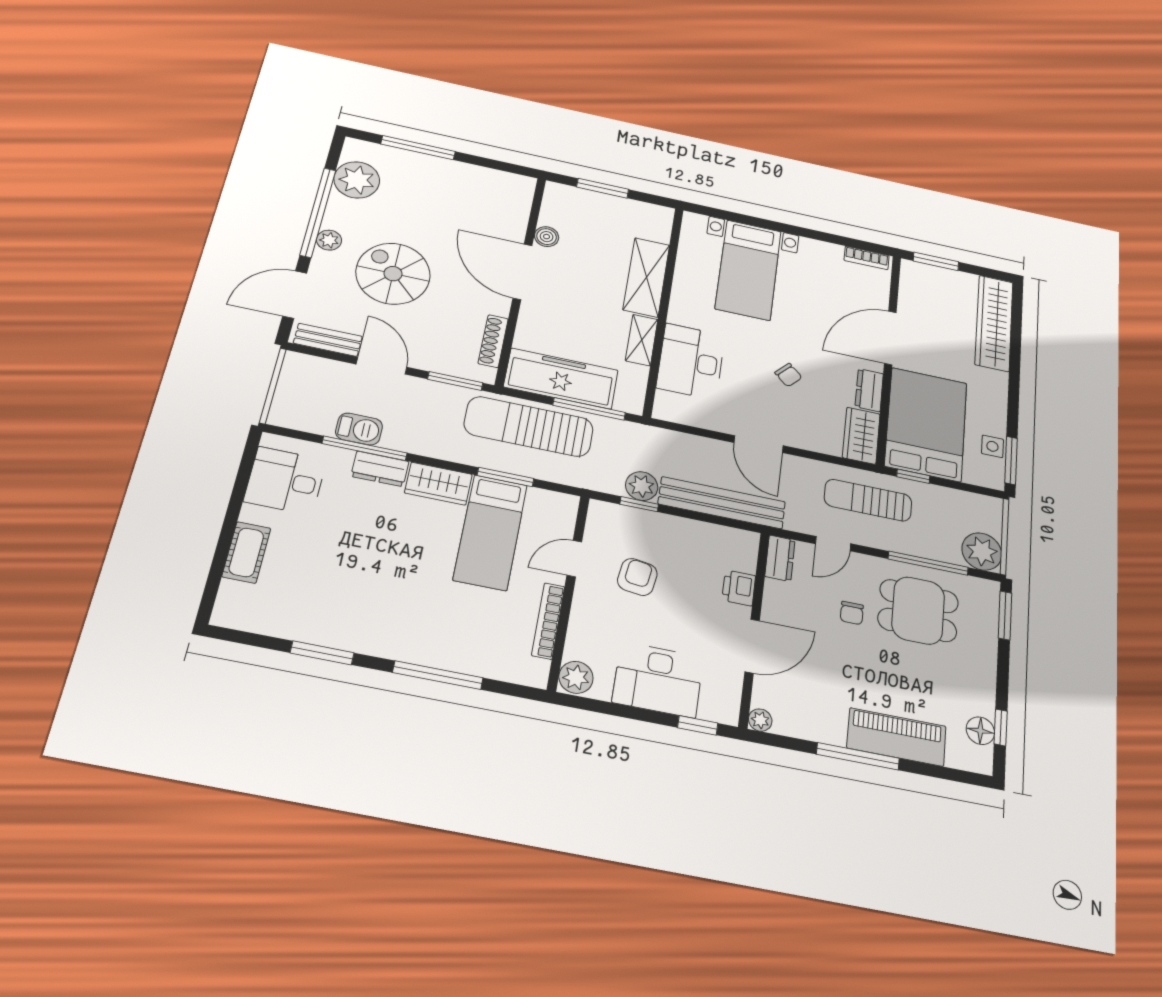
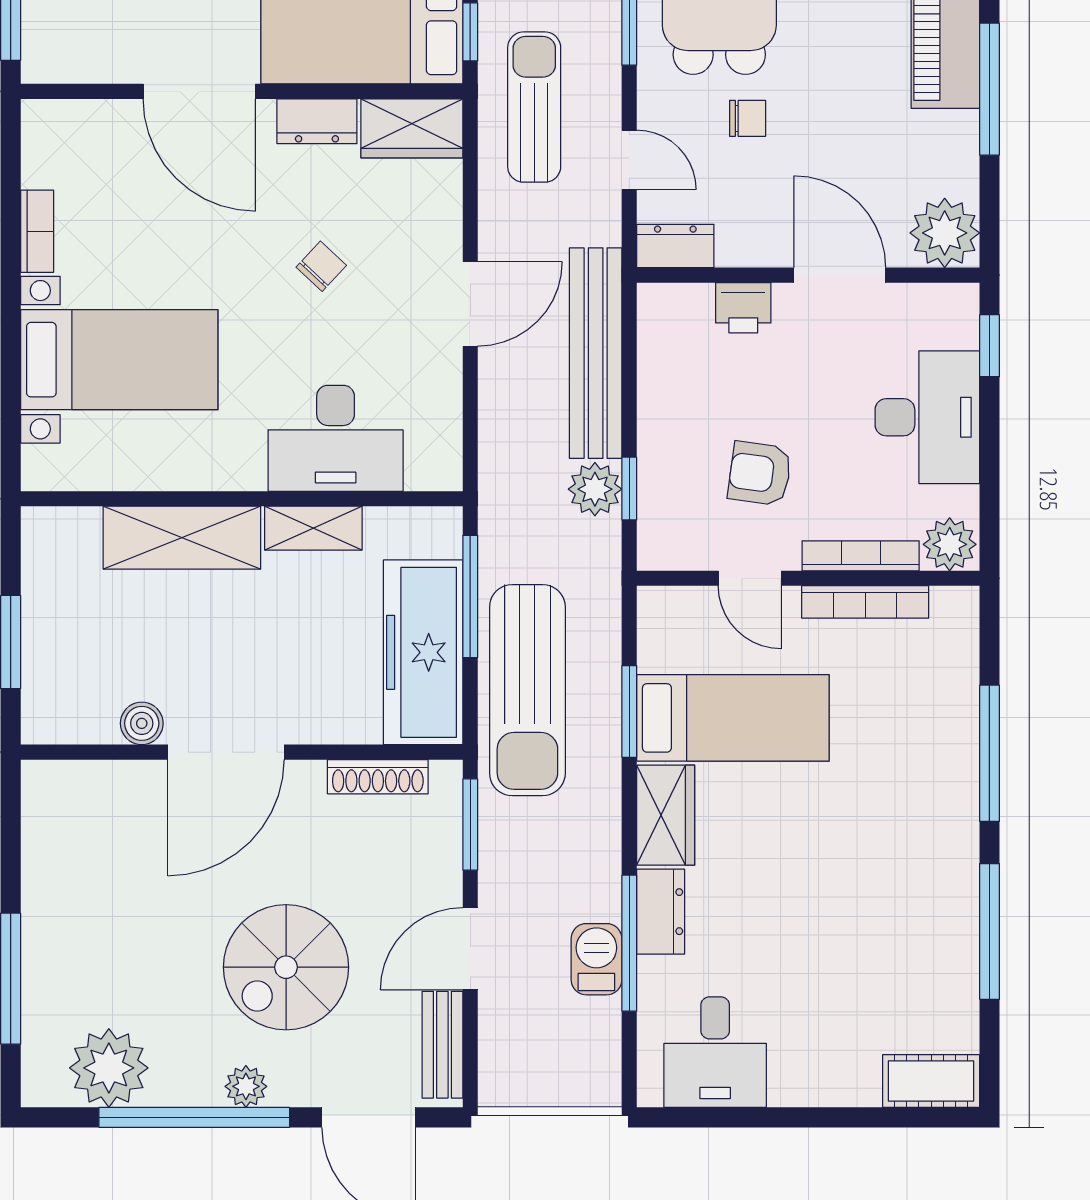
bookcase: (867, 258) -> (37, 231), moved
sun lounger: (868, 500) -> (534, 107), turned 180
cot: (246, 552) -> (931, 1081), moved
bookcase: (577, 624) -> (861, 556), added
window: (322, 653) -> (989, 931), width x1.44
plant: (760, 720) -> (945, 233), width x1.87, depth x1.87

